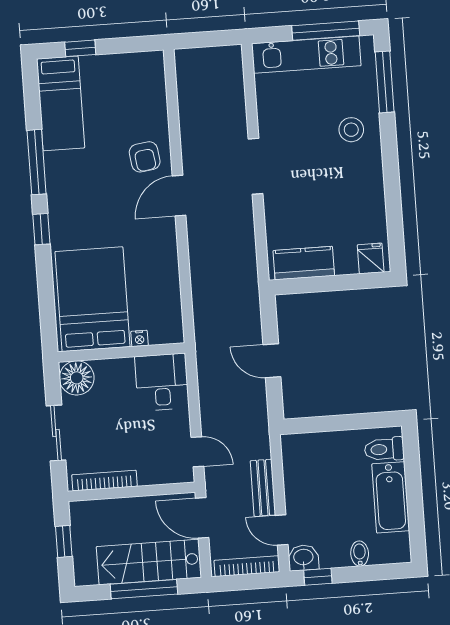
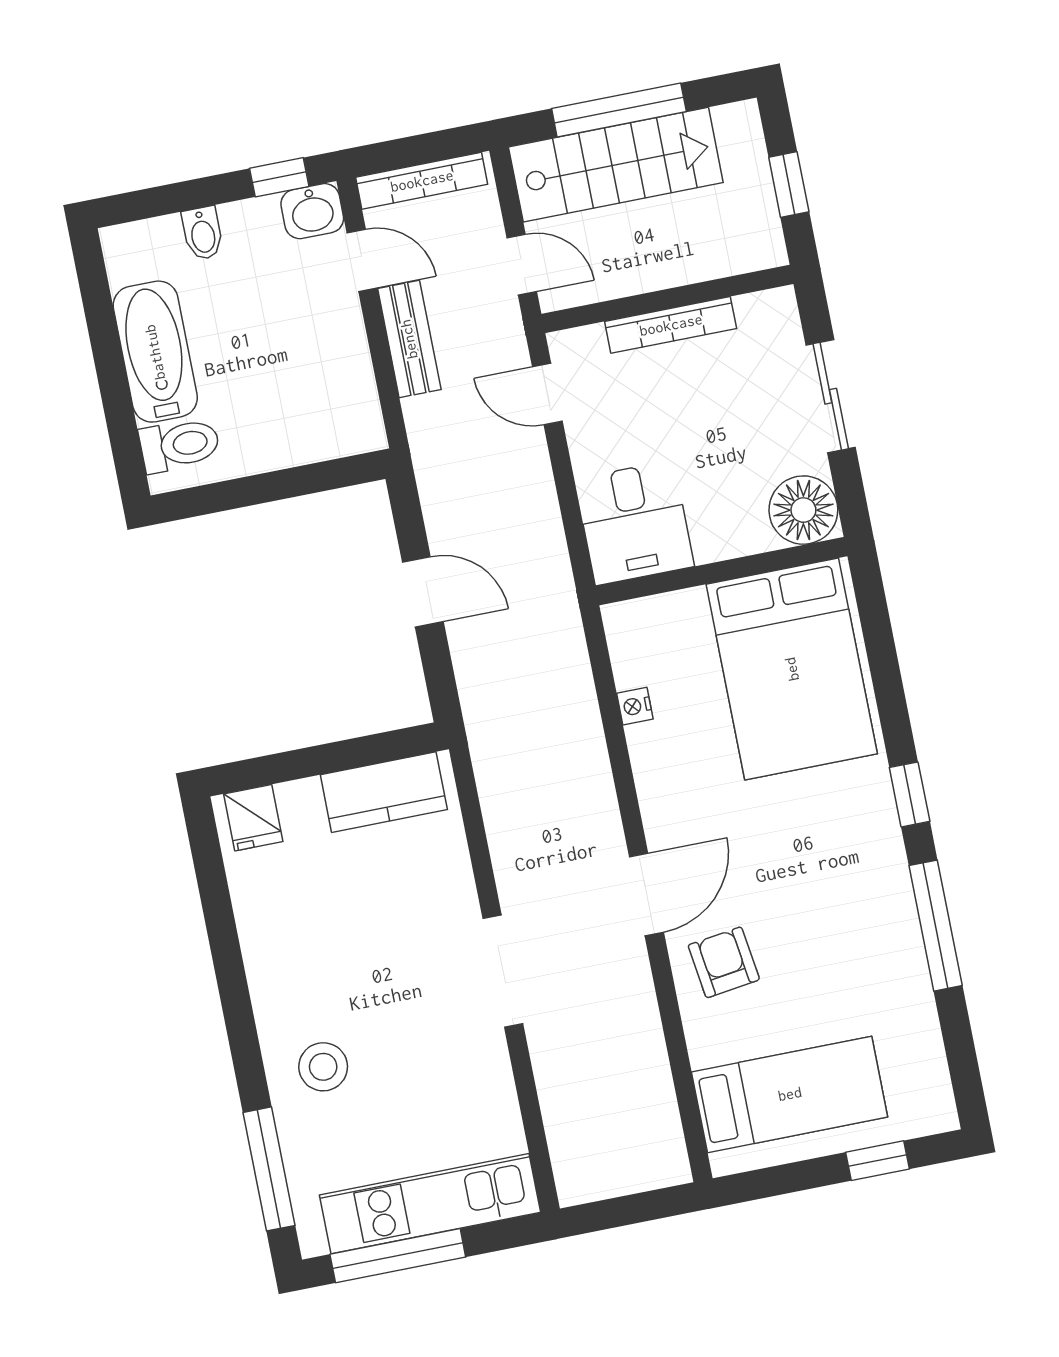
bed: (61, 103) -> (790, 1094), moved, turned 90
nightstand: (139, 338) -> (635, 706), moved, turned -90
bookcase: (104, 481) -> (671, 325), moved
door: (202, 518) -> (522, 265), width x0.73

